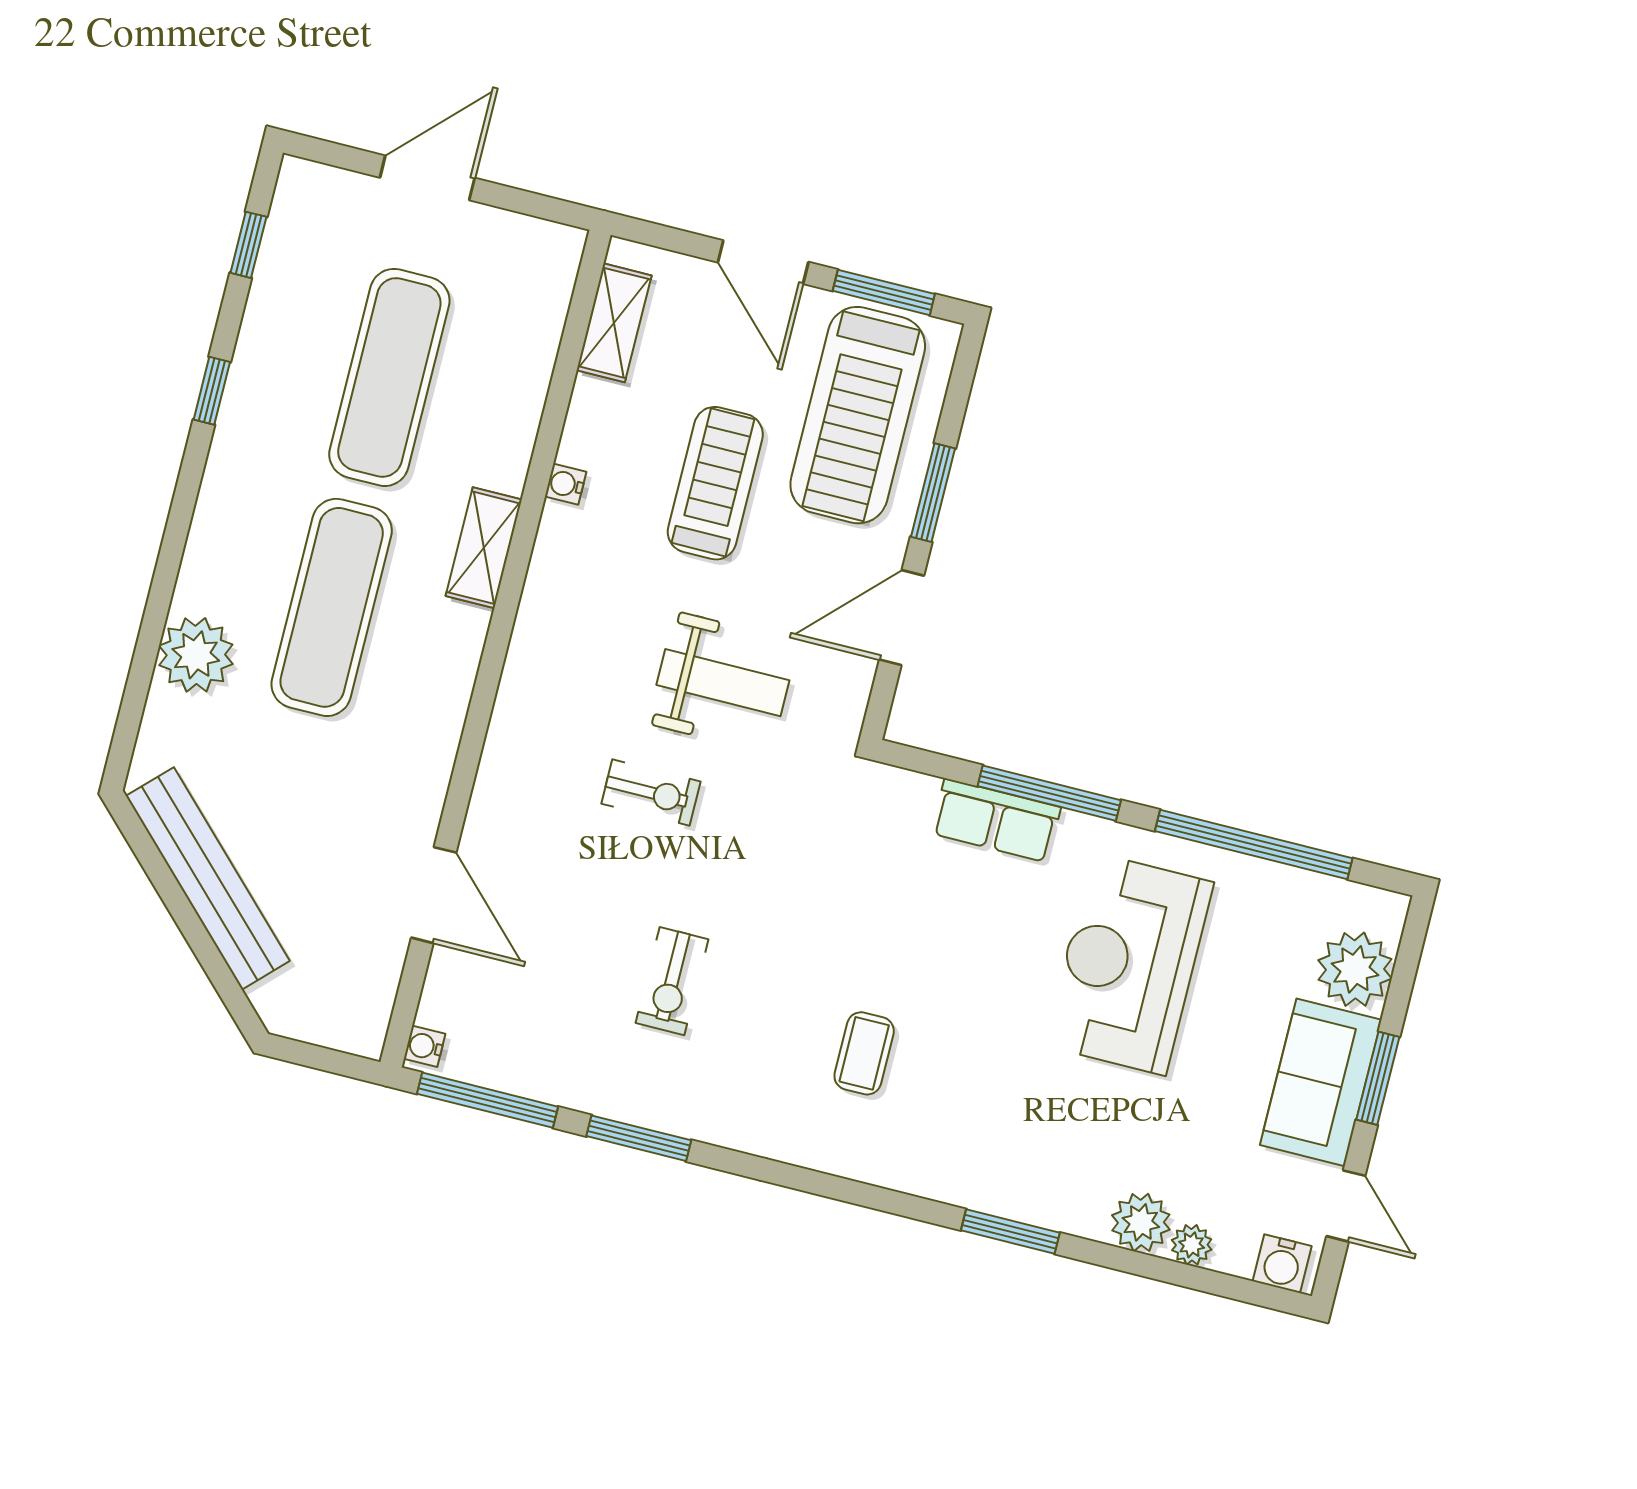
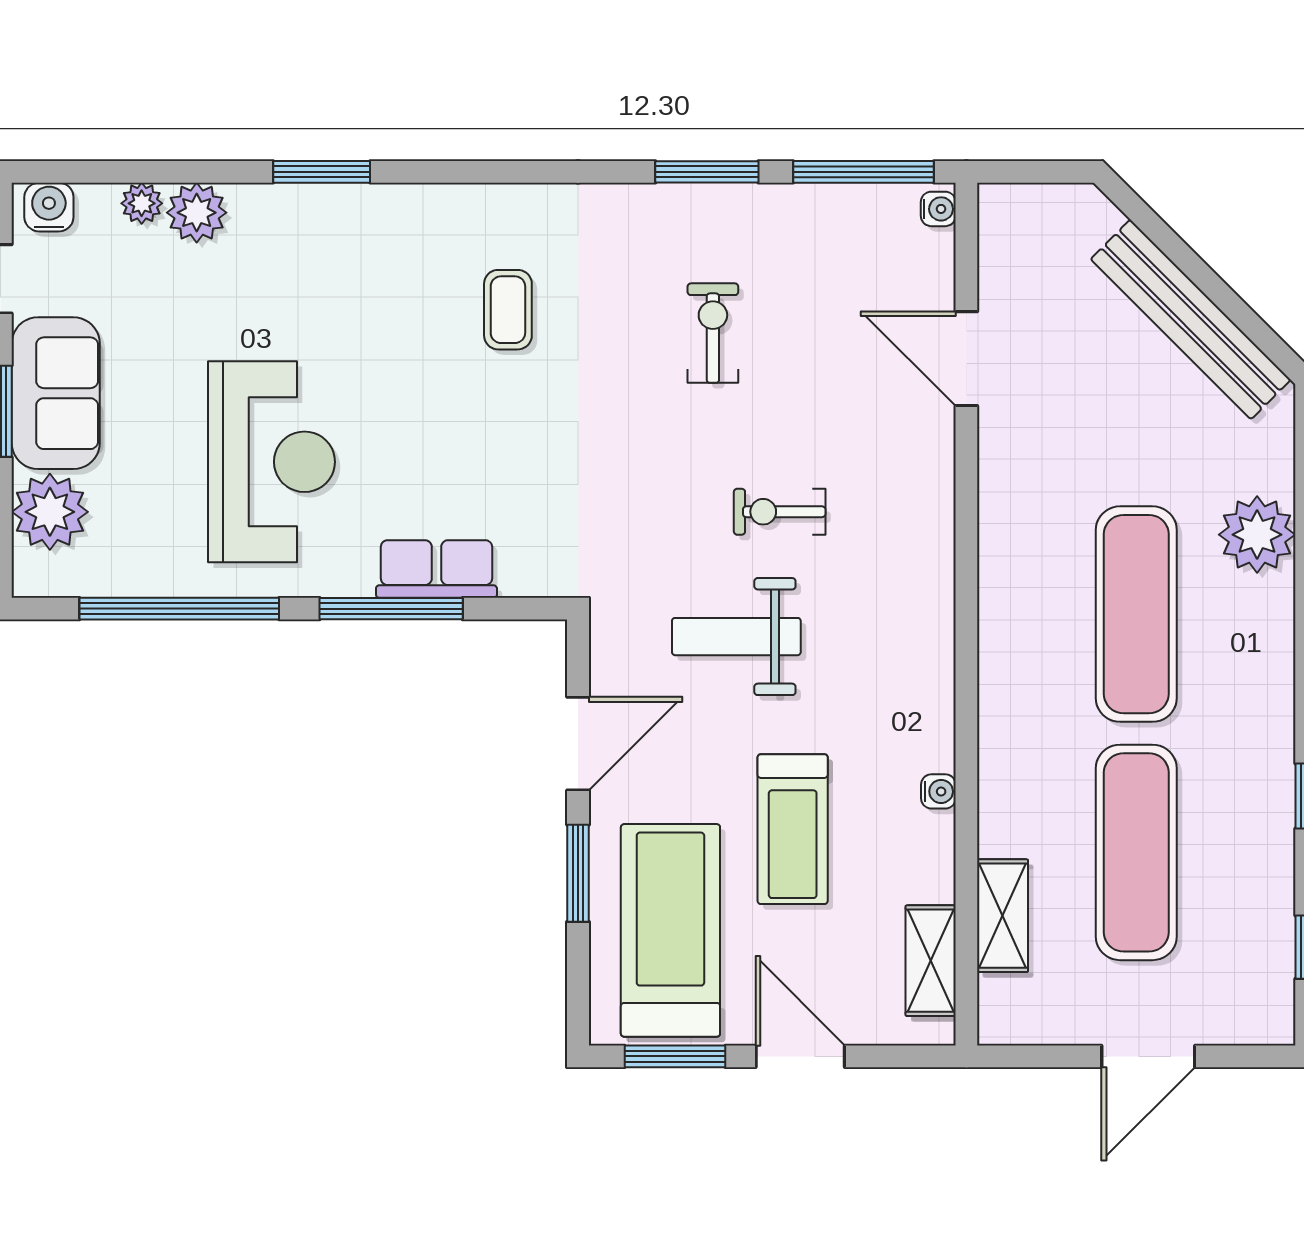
shelving: (484, 548) -> (1003, 916), moved

